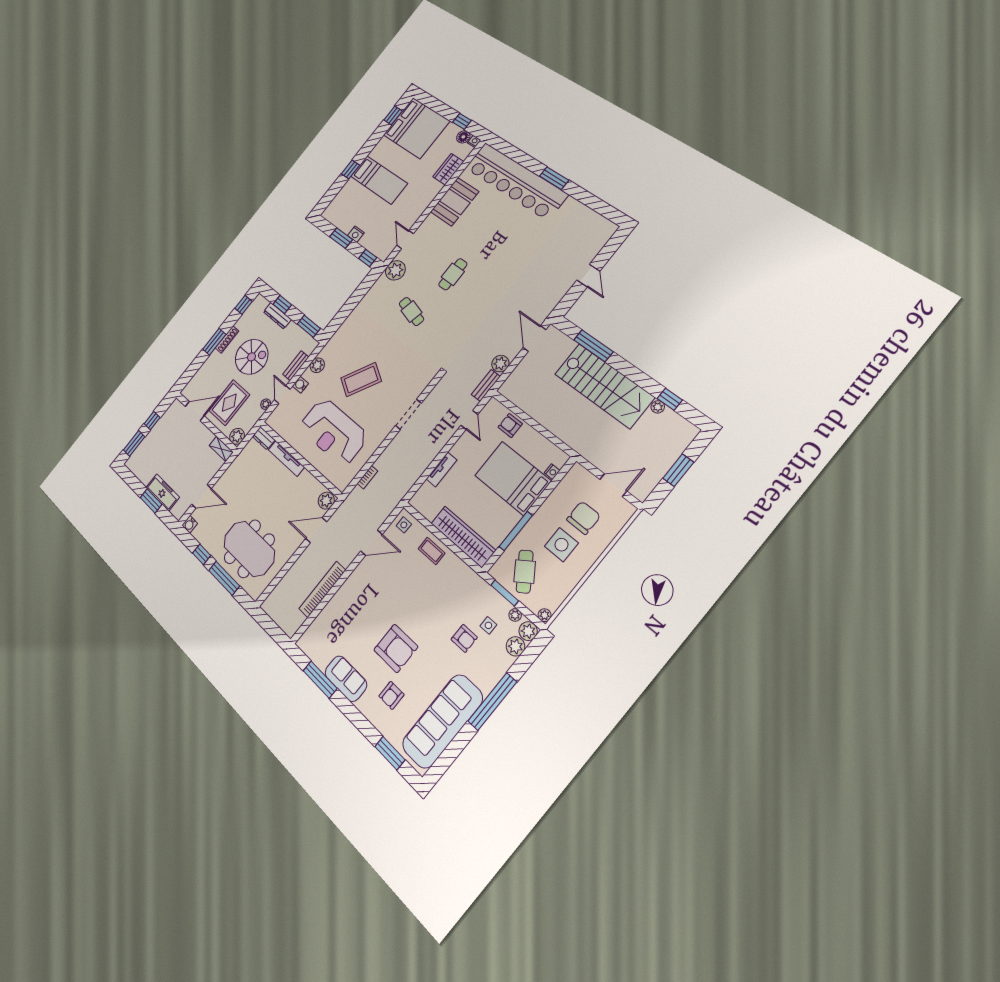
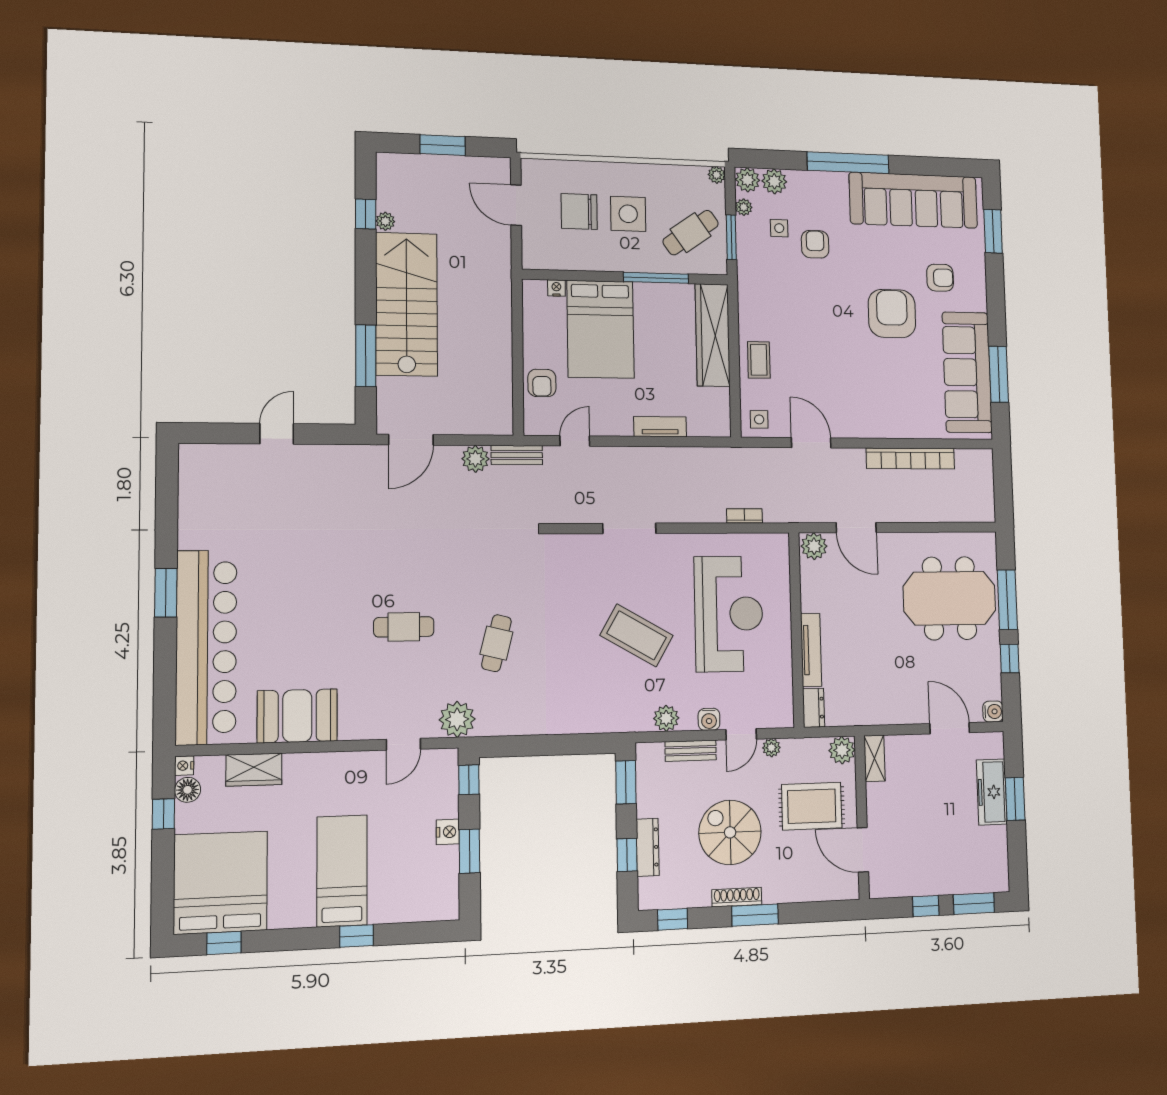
meeting table: (249, 549) -> (949, 598), turned 90
sofa: (346, 679) -> (967, 372), width x1.85, depth x1.27

